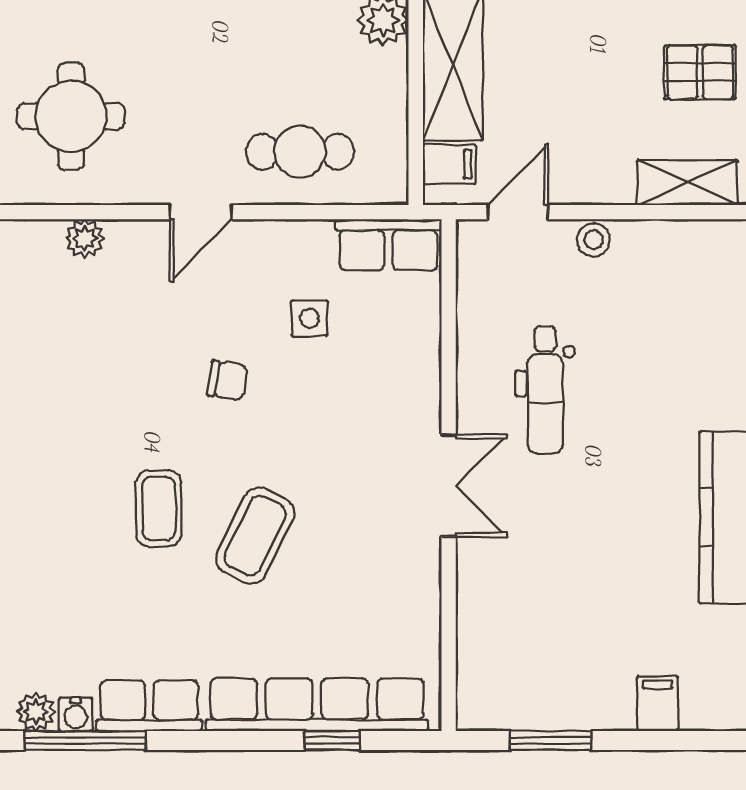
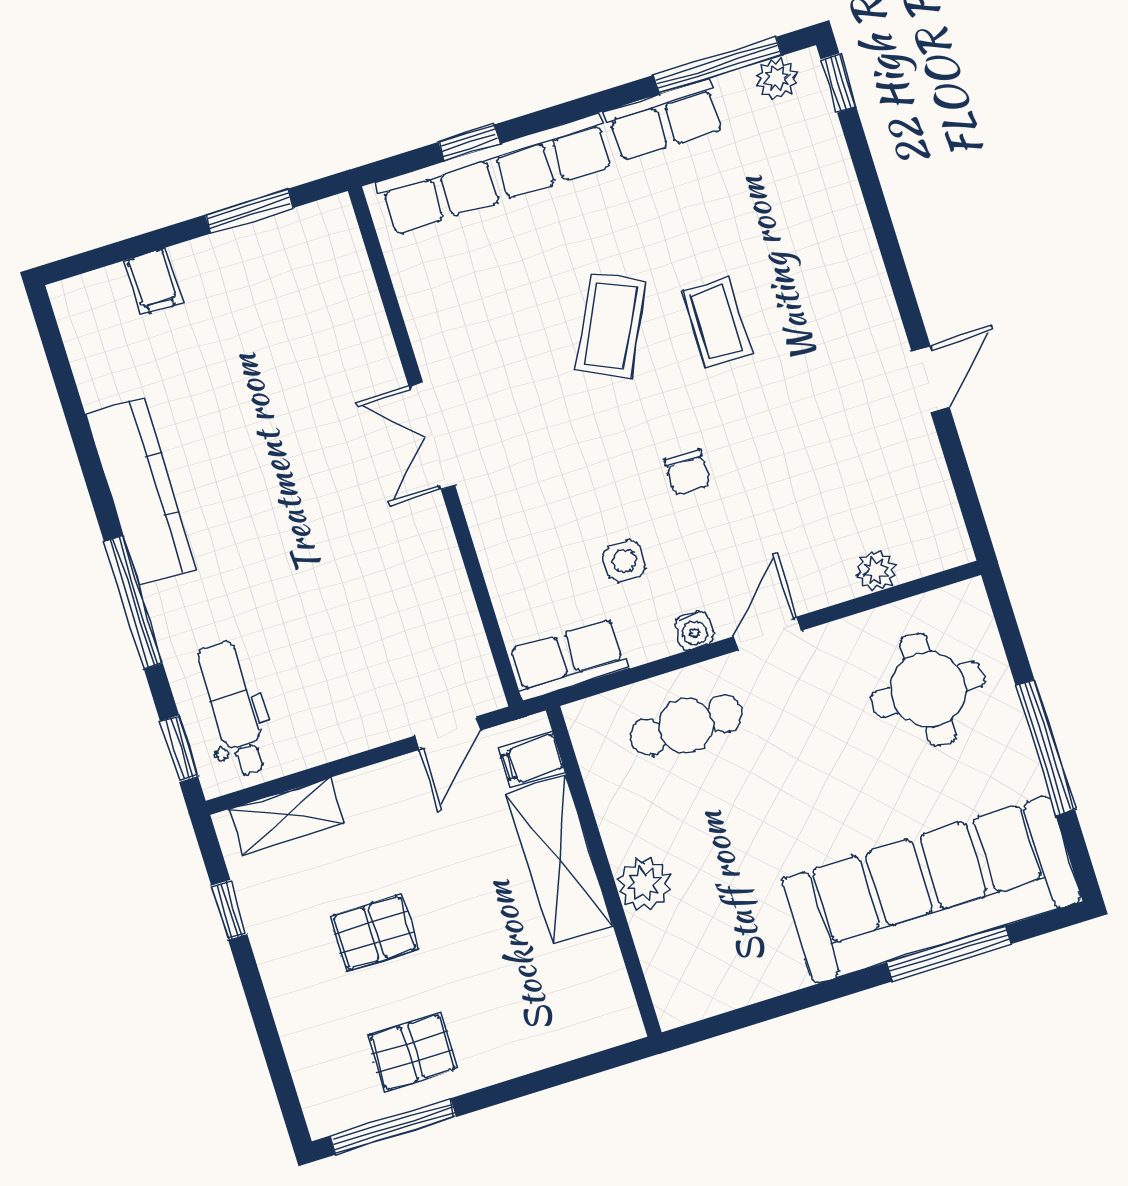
pallet: (700, 72) -> (374, 933), moved
stool: (594, 240) -> (363, 729), removed
chair: (227, 381) -> (688, 472), turned -99
dental chair: (545, 390) -> (233, 708), moved
water cooler: (76, 714) -> (694, 630), moved, turned 180

